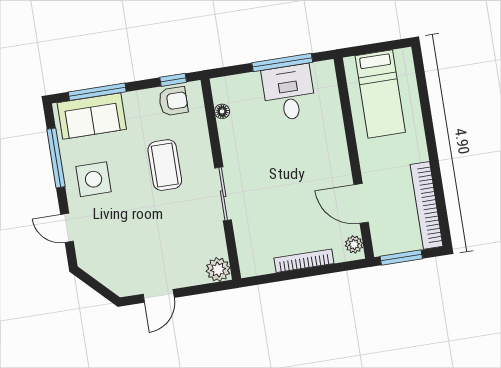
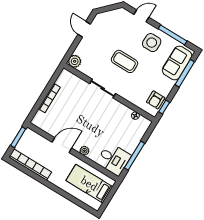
desk: (289, 93) -> (114, 159), moved
coffee table: (165, 165) -> (124, 61), moved
door: (361, 203) -> (62, 145), moved
plant: (354, 244) -> (84, 151), moved

